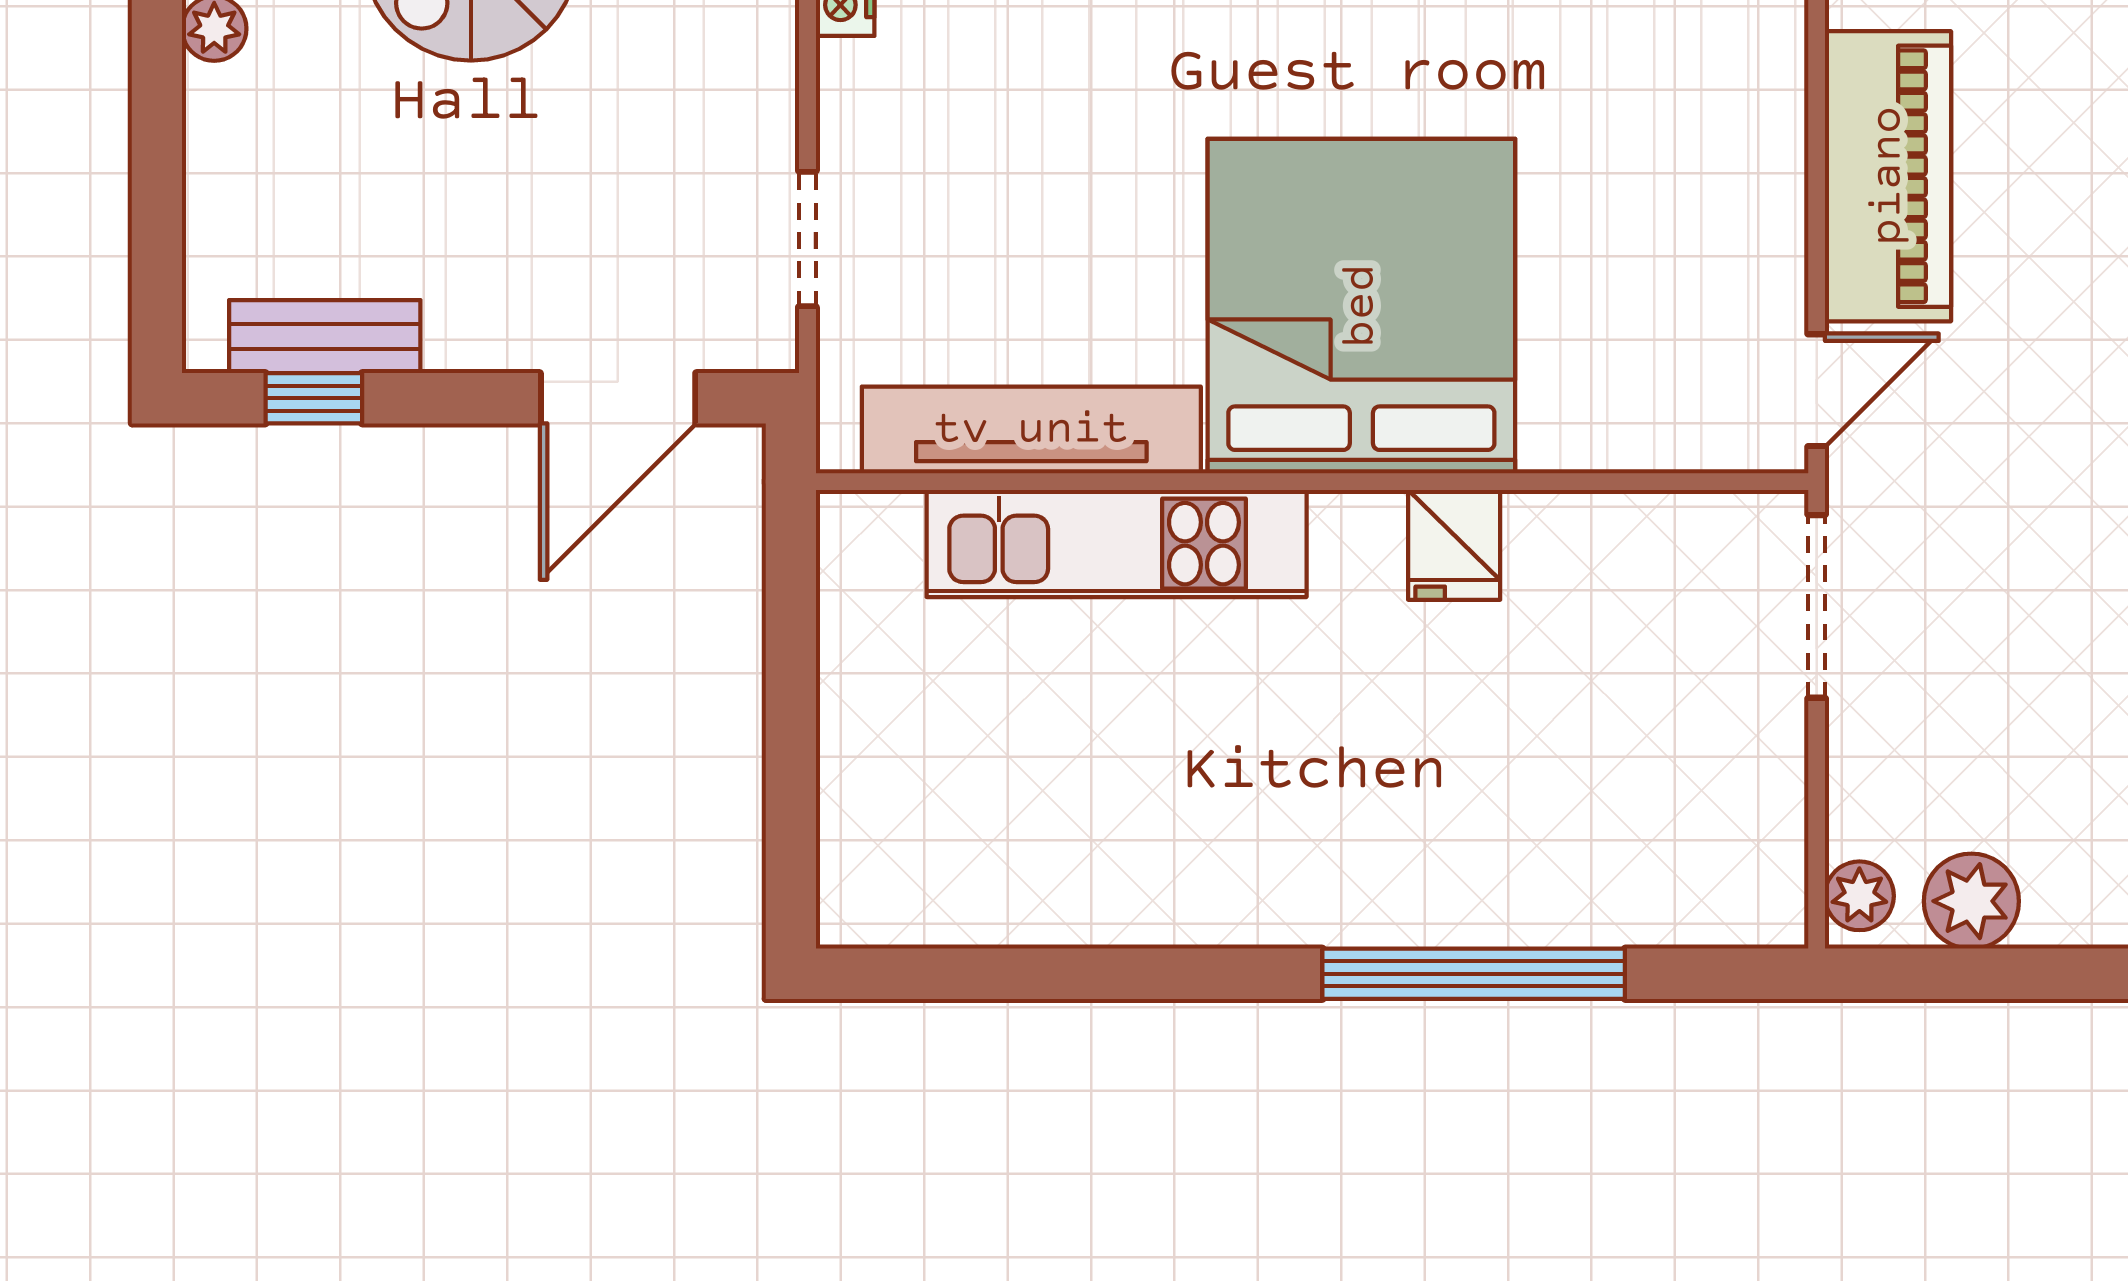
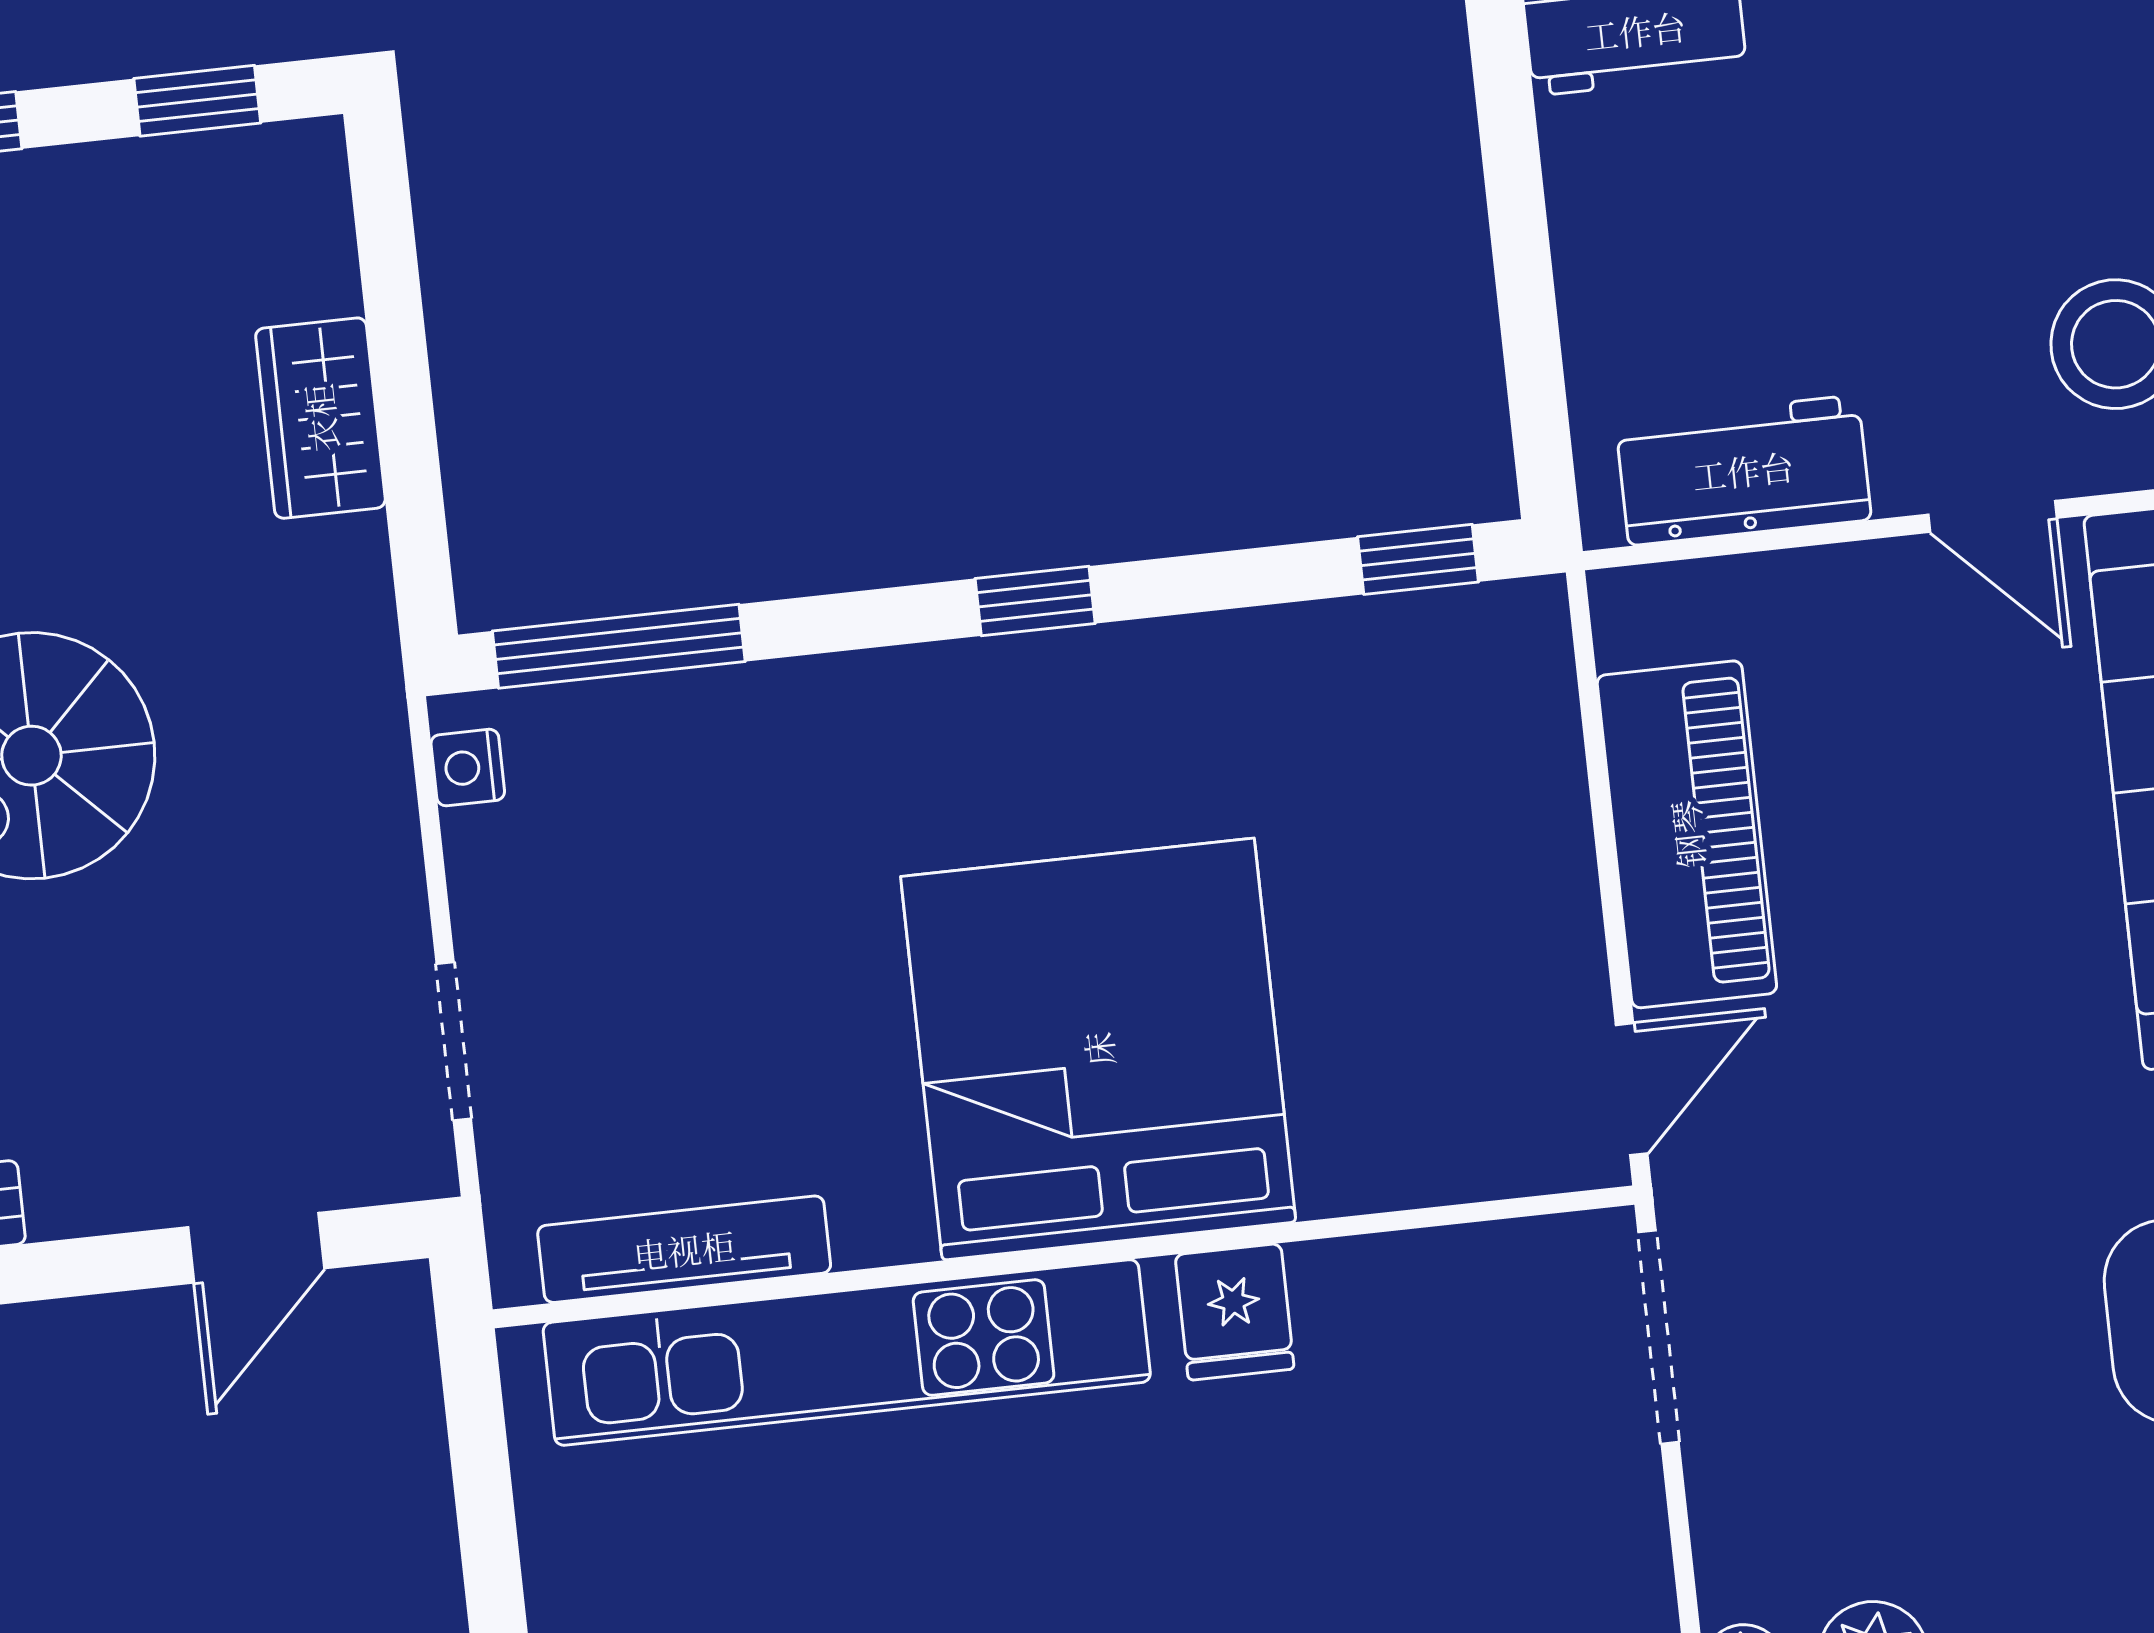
door: (618, 398) -> (256, 1248), width x0.73
tv unit: (1031, 430) -> (684, 1249), width x0.73, depth x0.78
kitchen unit: (1117, 544) -> (847, 1352), width x1.36

